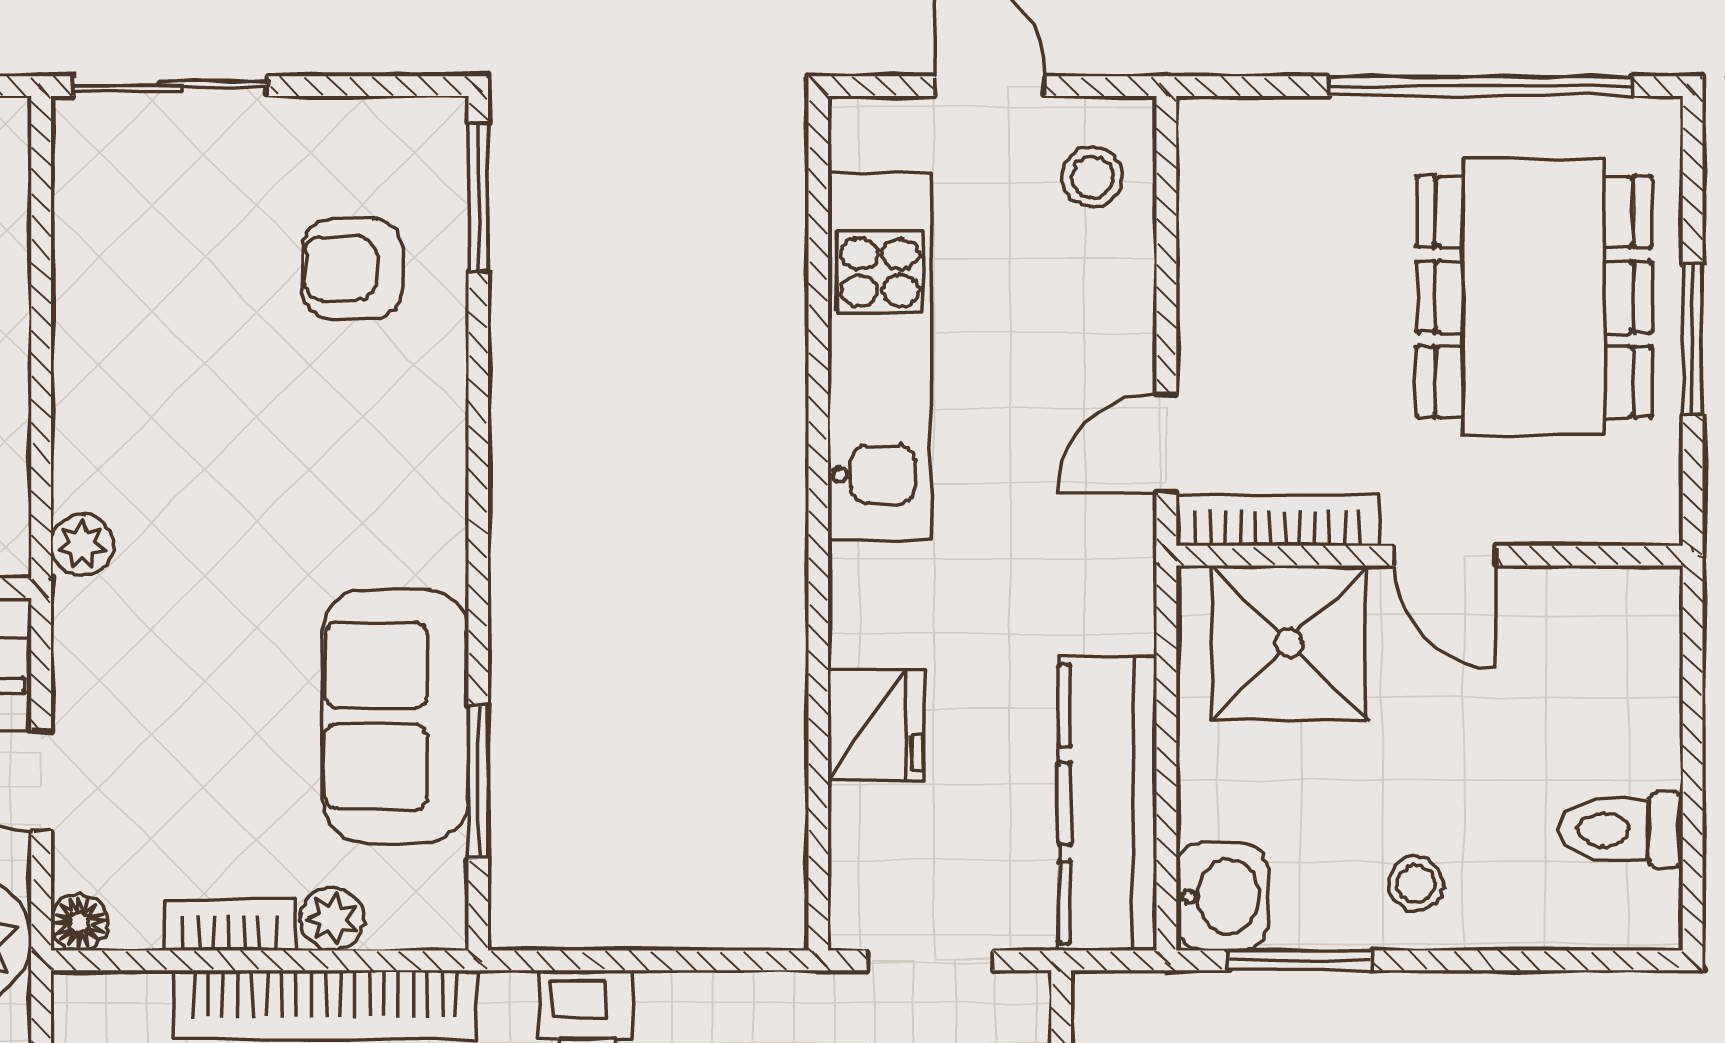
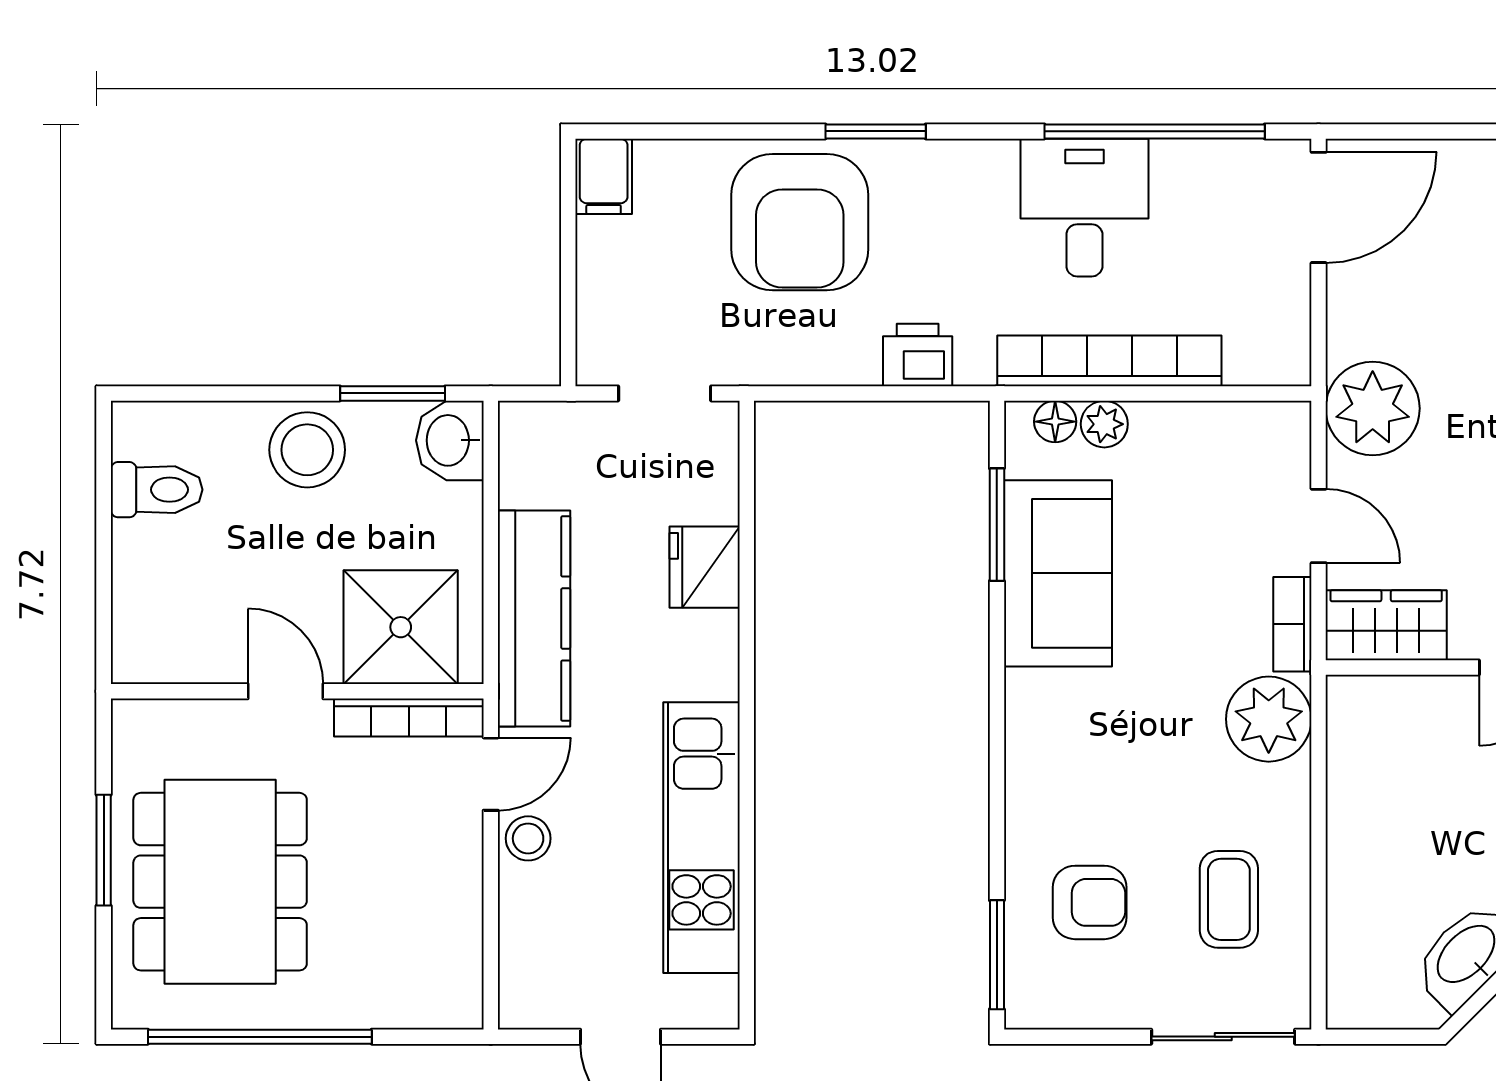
stool: (1092, 177) -> (528, 838), moved
coffee table: (163, 273) -> (1229, 899), added
plant: (82, 545) -> (1269, 719), width x1.88, depth x1.88
kitchen counter: (1108, 804) -> (534, 619), moved
stool: (1416, 884) -> (307, 450), width x1.89, depth x1.89
floor lamp: (79, 922) -> (1055, 422), moved
bookcase: (229, 925) -> (1292, 624), moved, turned 90

